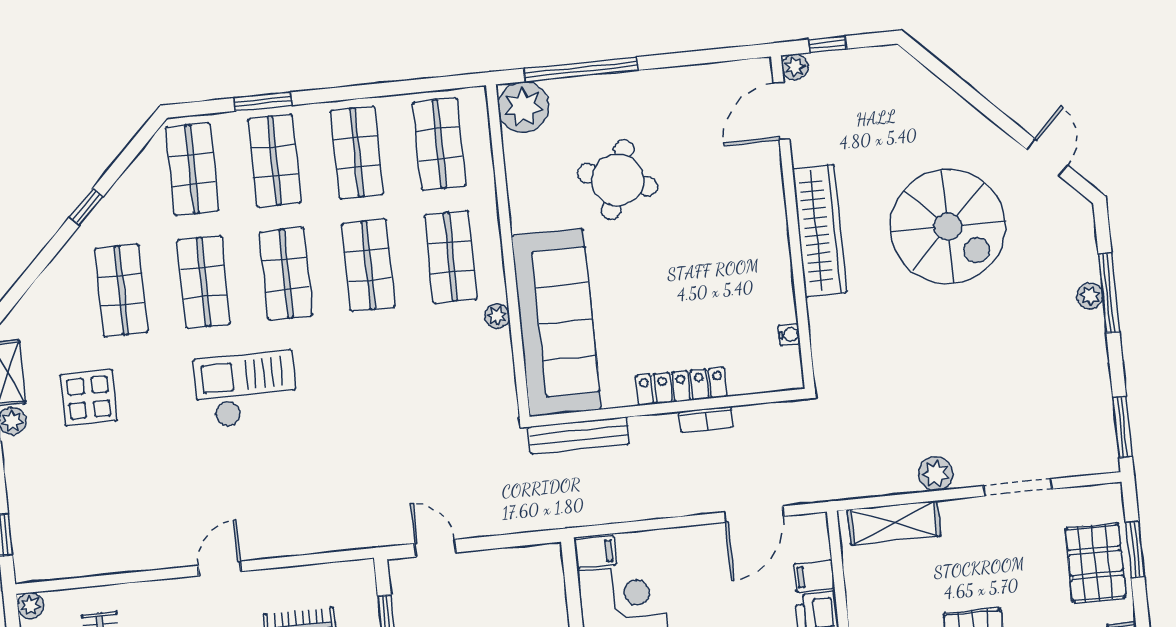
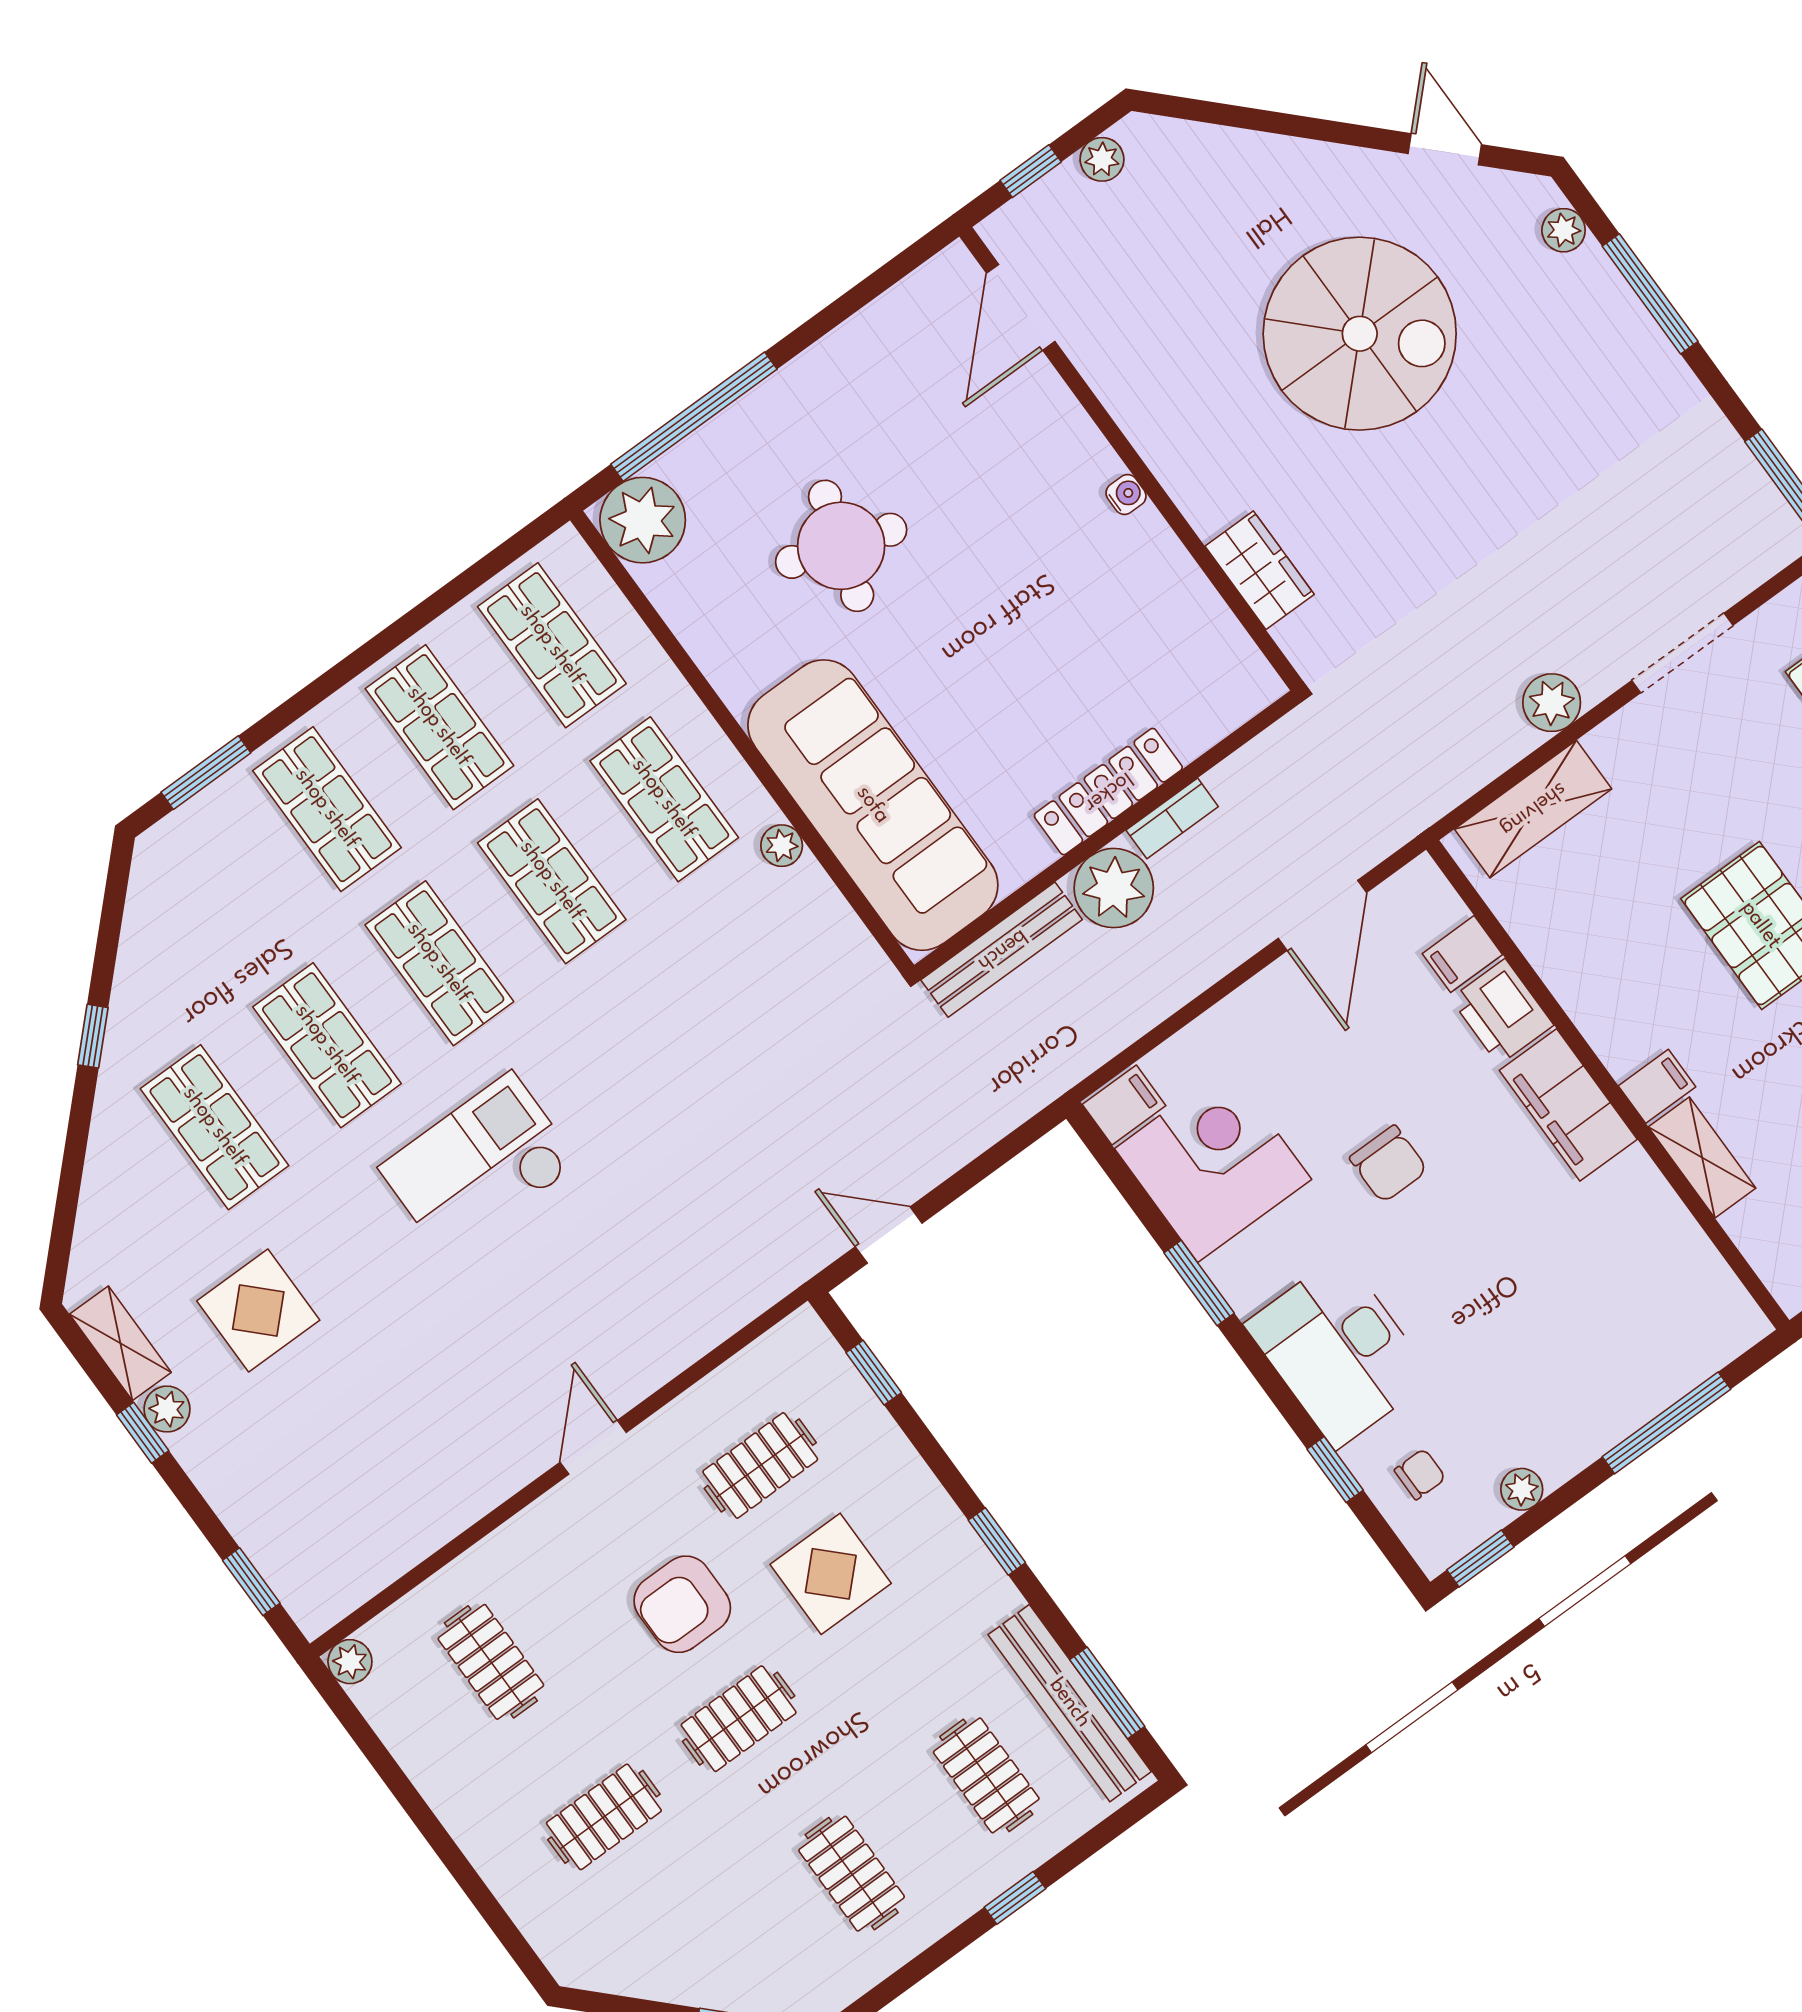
plant: (795, 67) -> (1102, 159), moved
window: (263, 102) -> (206, 773), moved
shop shelf: (192, 169) -> (215, 891), removed
wardrobe: (820, 231) -> (1260, 570), moved, width x0.48, depth x0.85
plant: (1090, 296) -> (1564, 230), moved
water cooler: (789, 334) -> (1126, 495), moved
plant: (655, 437) -> (1114, 888), added

